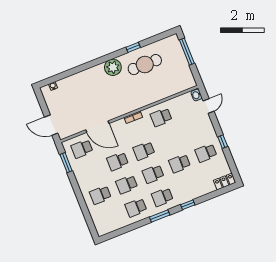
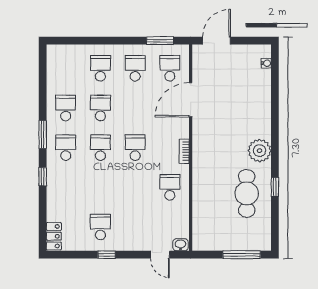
school desk: (117, 161) -> (135, 68), moved
school desk: (179, 163) -> (100, 187), removed

